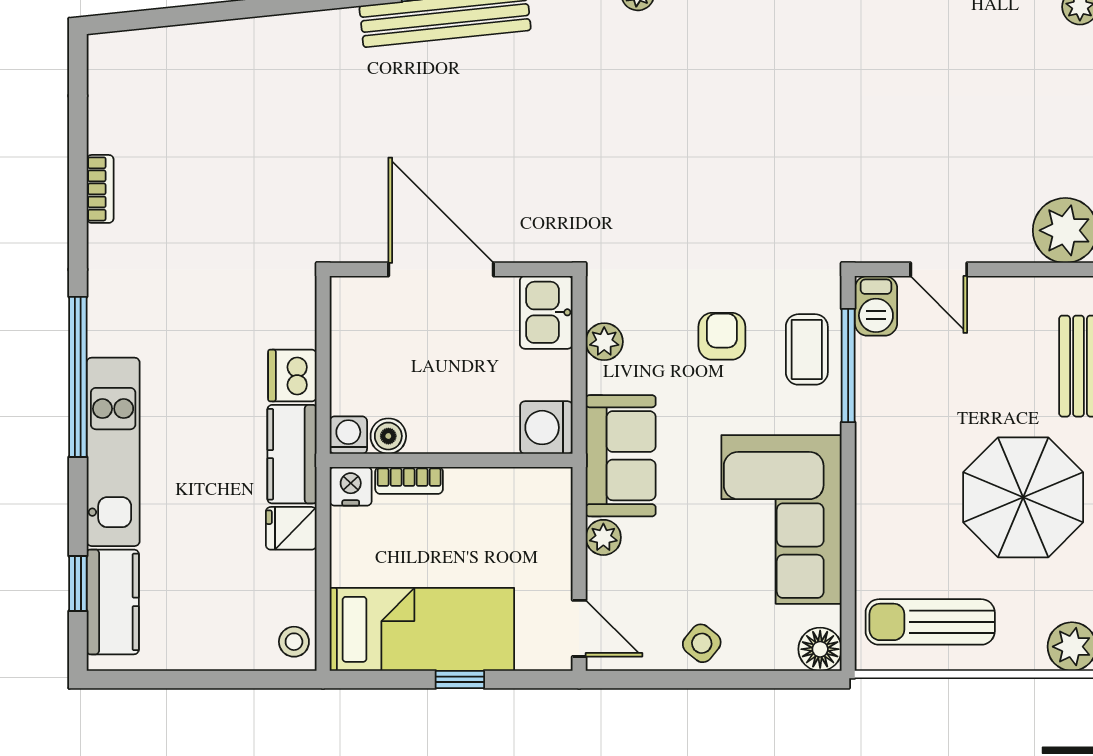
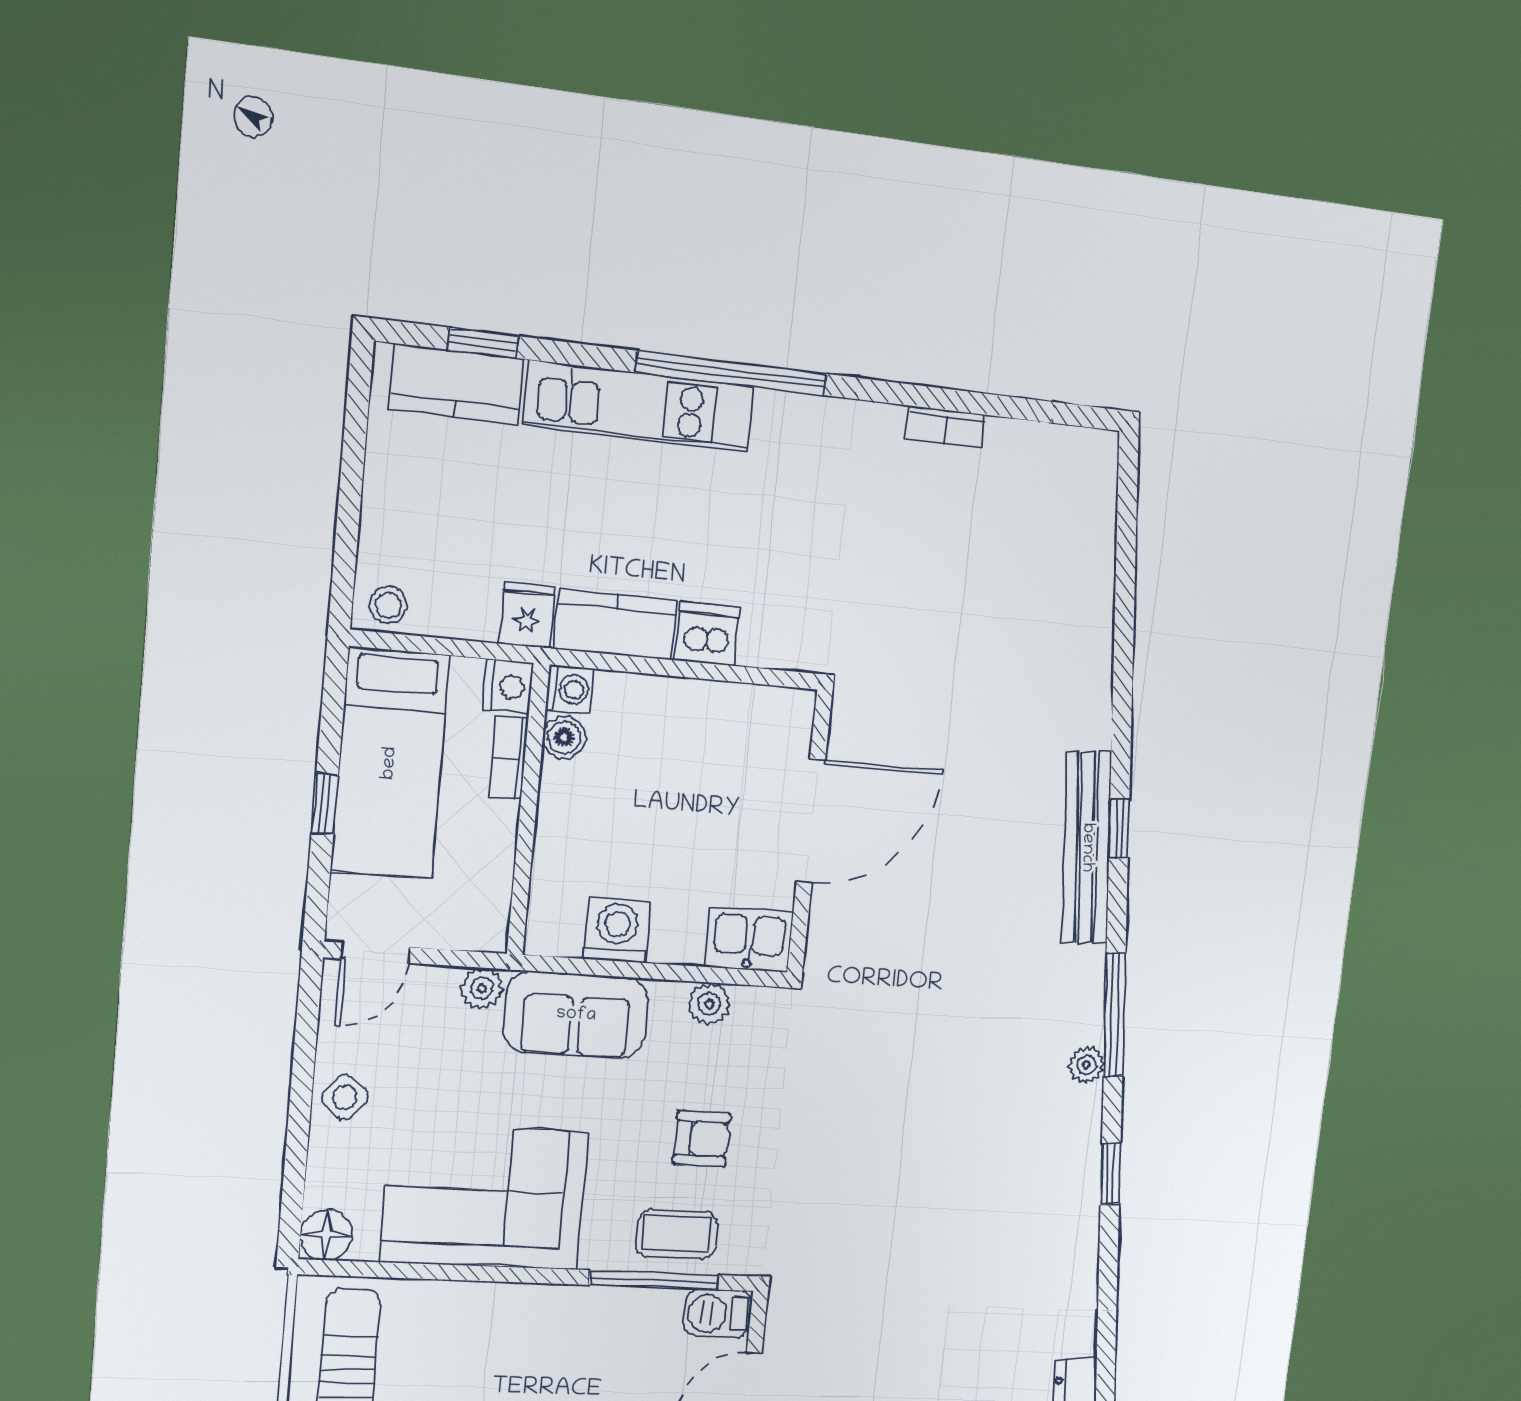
washing machine: (348, 435) -> (570, 689), moved
boiler: (388, 436) -> (564, 737), moved
wall: (451, 460) -> (528, 810), moved
bookcase: (409, 480) -> (509, 758), moved
nightstand: (351, 486) -> (508, 686), moved

